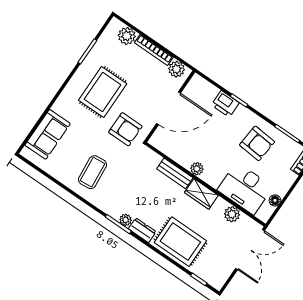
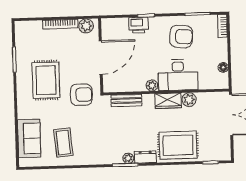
plant: (127, 36) -> (34, 28), removed
coffee table: (92, 172) -> (63, 143), moved
bench: (175, 173) -> (126, 100), moved
desk: (245, 188) -> (178, 75), moved
plant: (232, 214) -> (189, 100), moved

